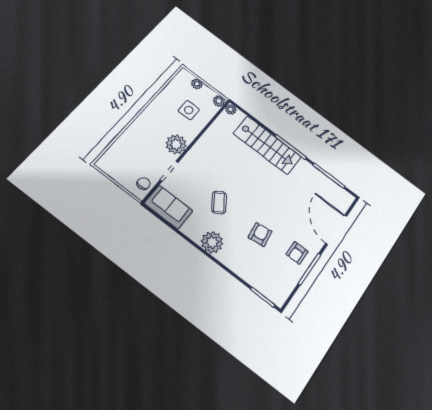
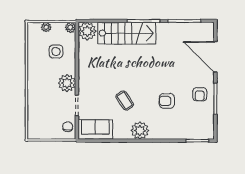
plant: (231, 109) -> (87, 31), width x1.88, depth x1.88
armchair: (260, 235) -> (167, 101), turned -82

